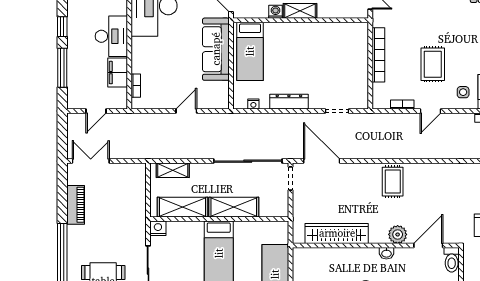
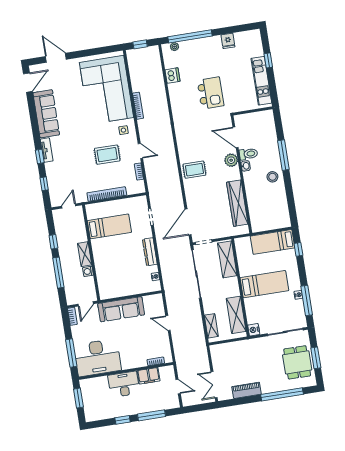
bed: (250, 51) -> (109, 226), moved
shelving: (234, 207) -> (227, 259), moved
toilet: (452, 260) -> (248, 154), moved

